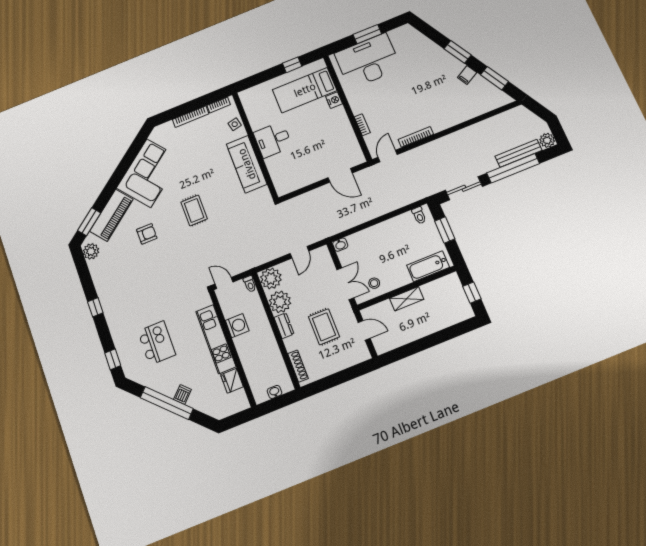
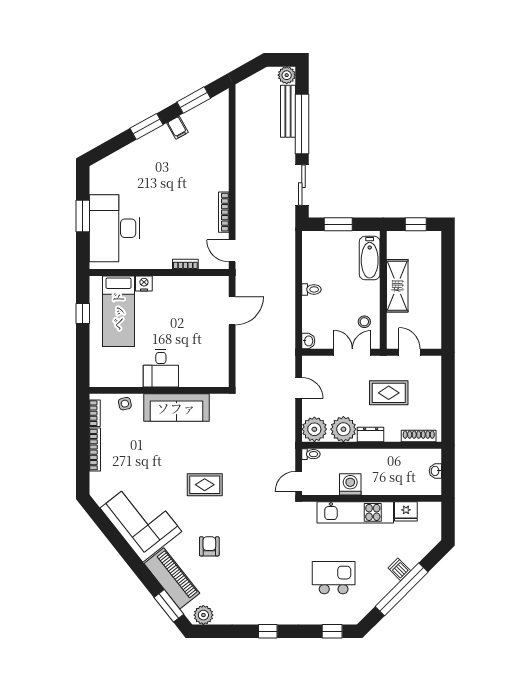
toilet: (419, 215) -> (311, 289), moved
shelving: (407, 299) -> (397, 286), width x1.50, depth x1.33
door: (364, 330) -> (410, 352), hinge flipped

